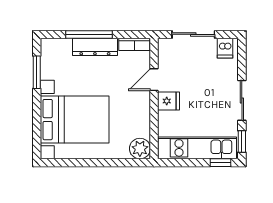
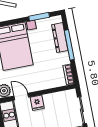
dresser: (95, 47) -> (60, 38), moved
door: (154, 80) -> (21, 96), moved

